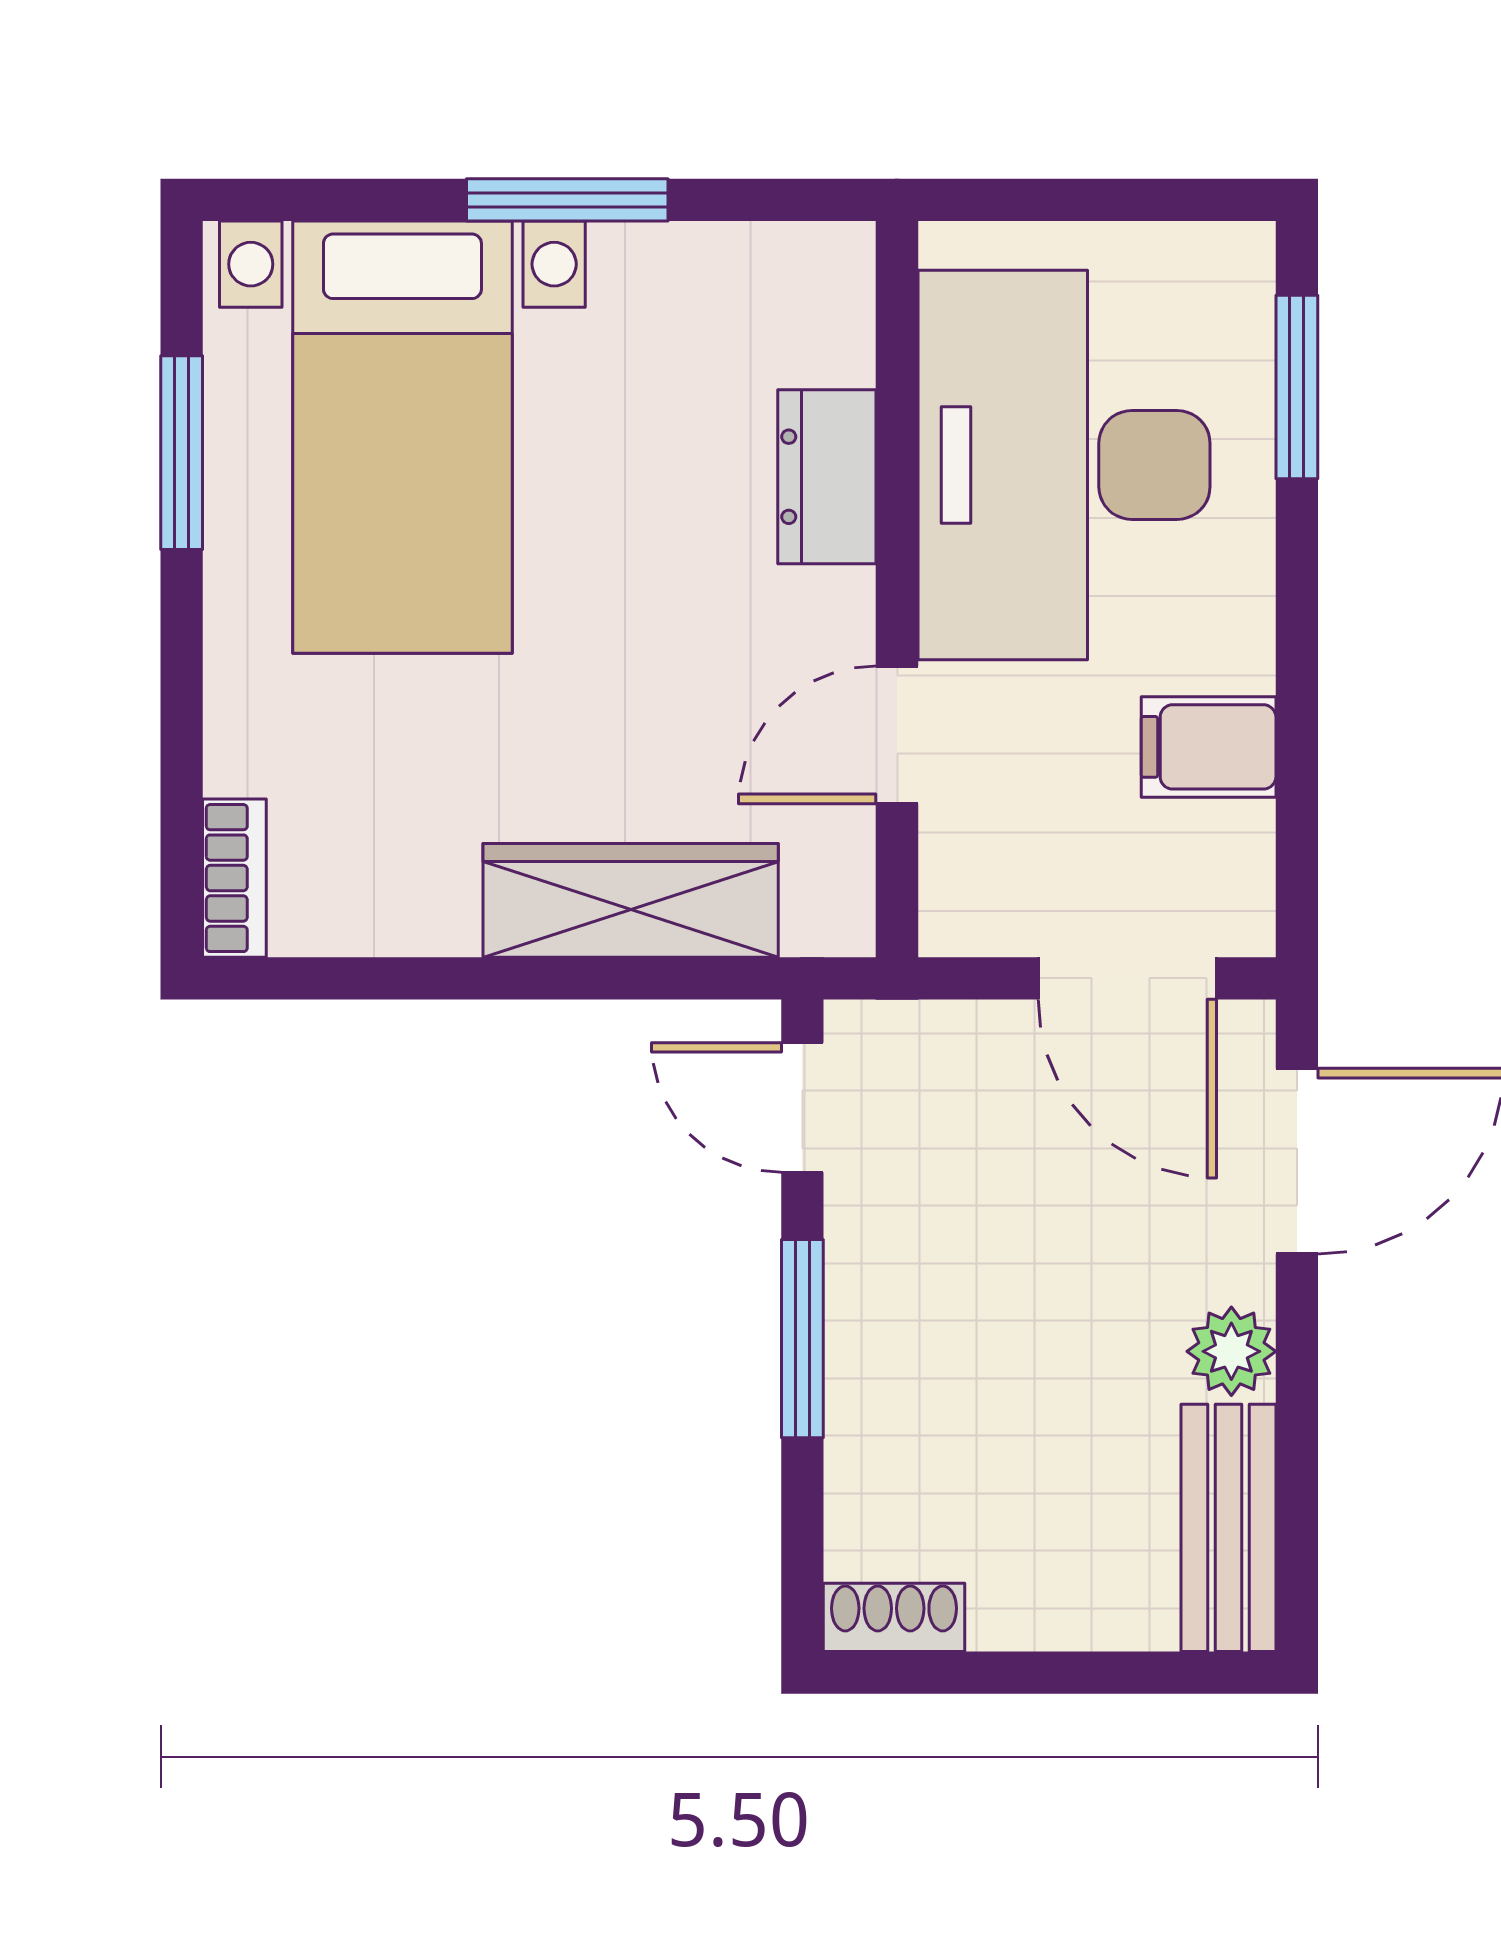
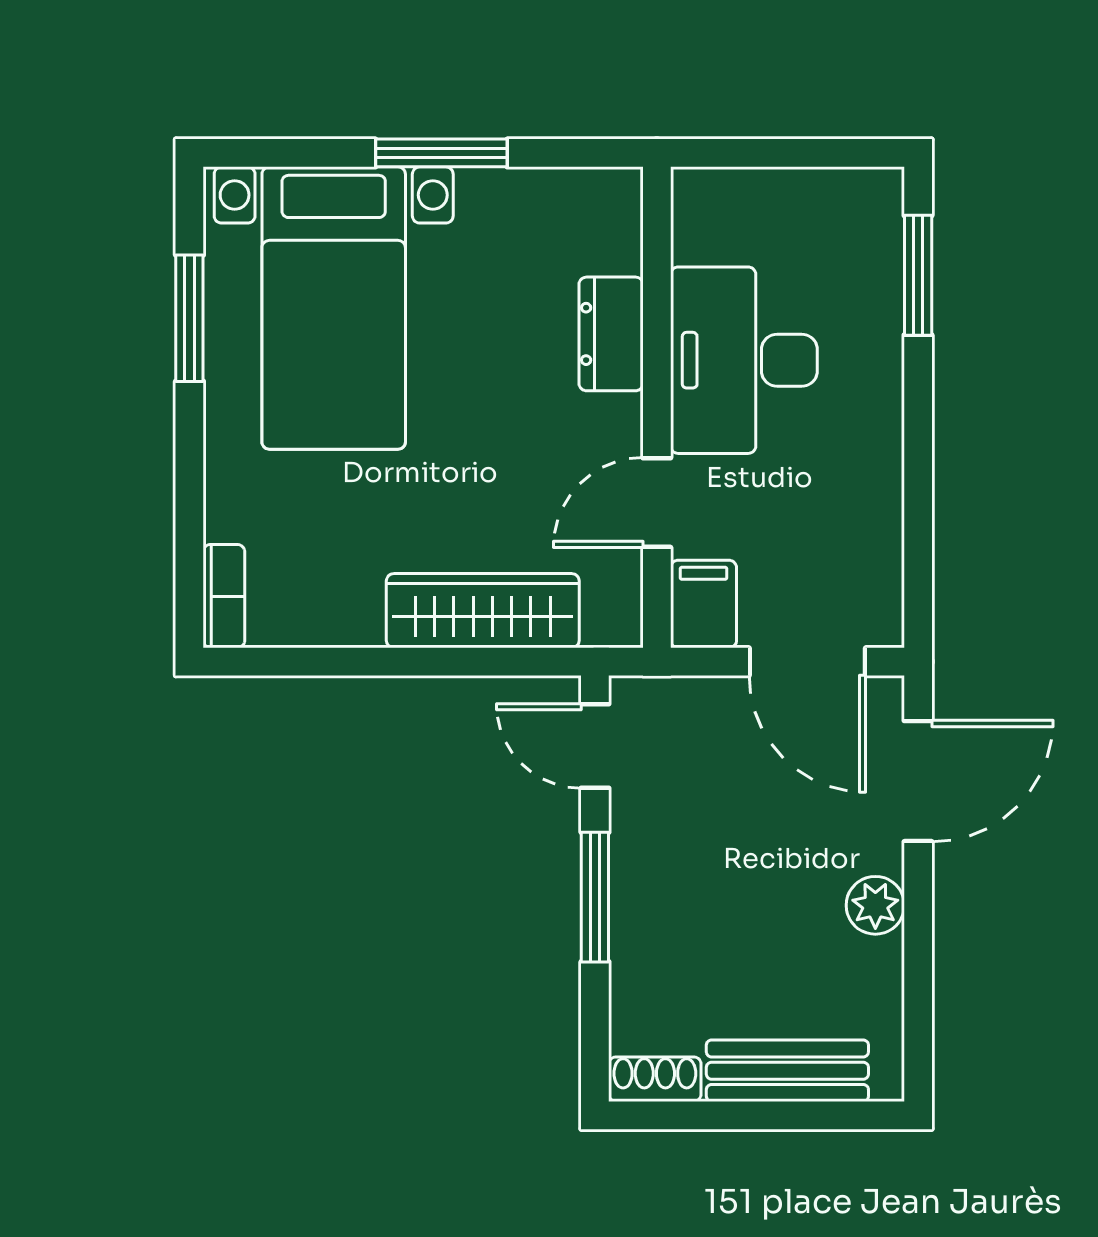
desk: (1064, 465) -> (744, 360), width x0.73, depth x0.77
filing cabinet: (1209, 747) -> (703, 604), moved, turned 90
bench: (1228, 1528) -> (787, 1071), moved, turned 90

